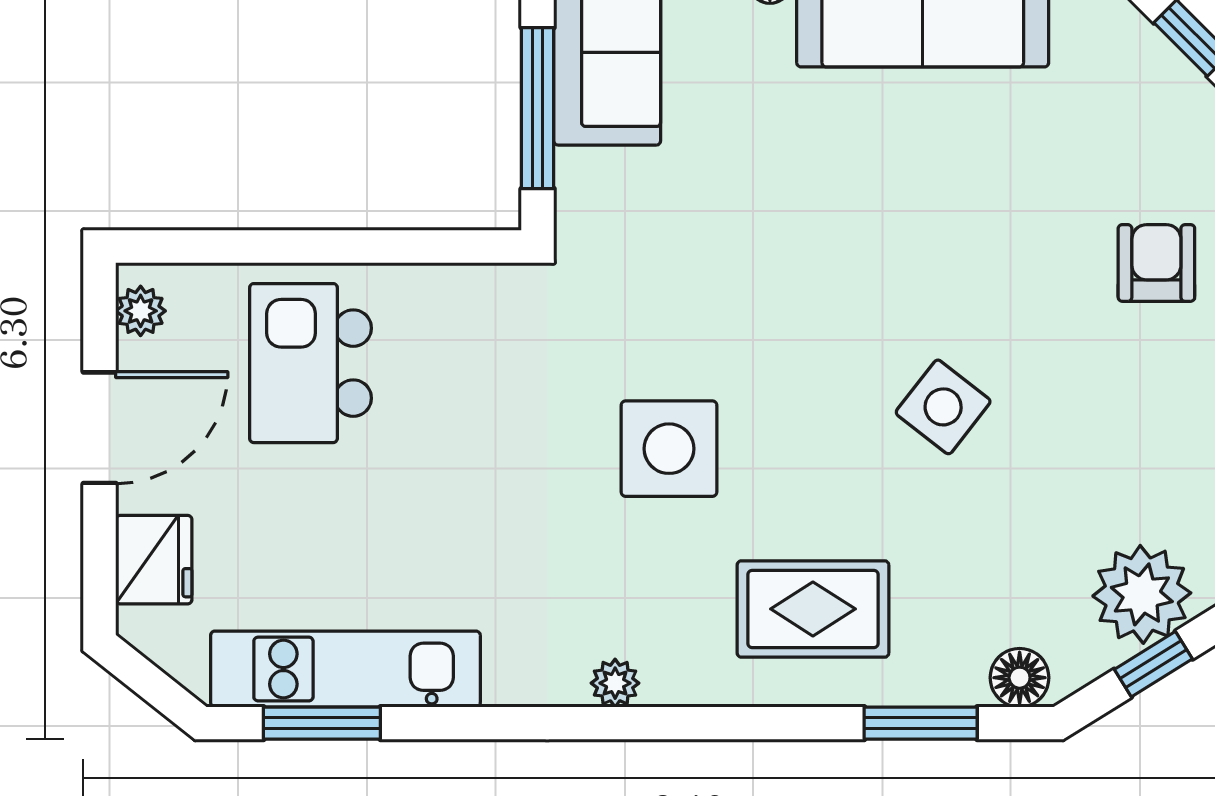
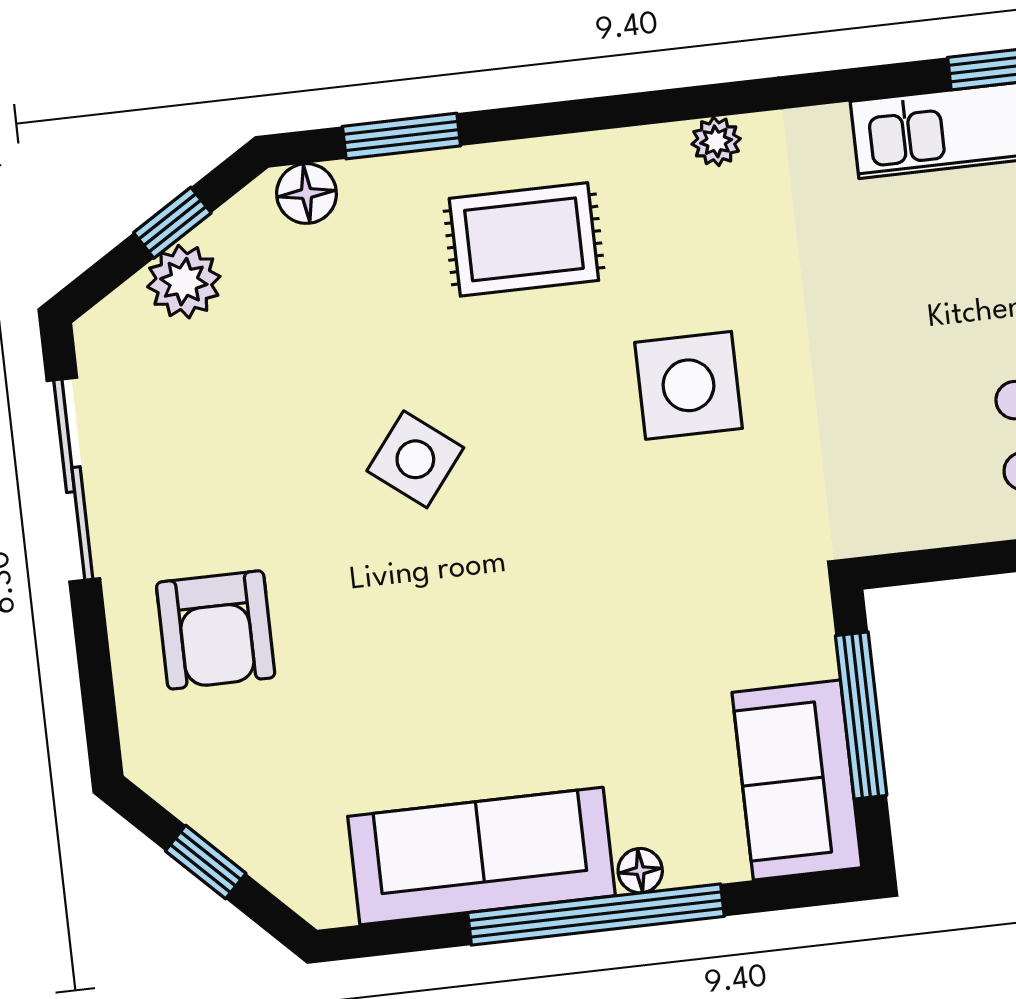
armchair: (1156, 263) -> (216, 630), width x1.38, depth x1.38
plant: (1142, 594) -> (184, 282), width x0.73, depth x0.73

